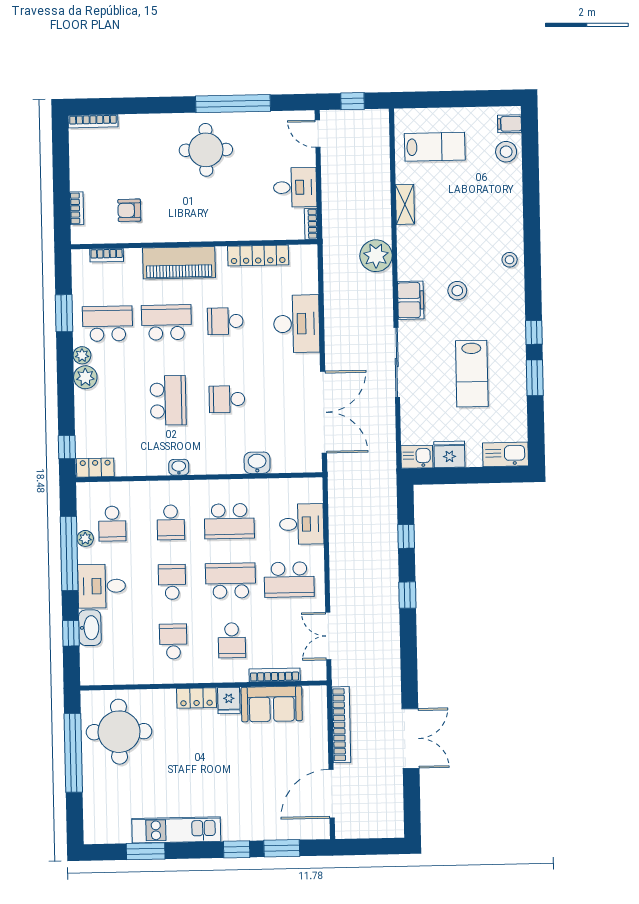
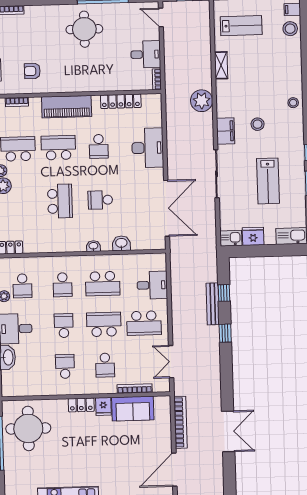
school desk: (225, 321) -> (99, 146), turned -90
washbasin: (179, 467) -> (93, 246), moved
bench: (390, 552) -> (213, 304), added

